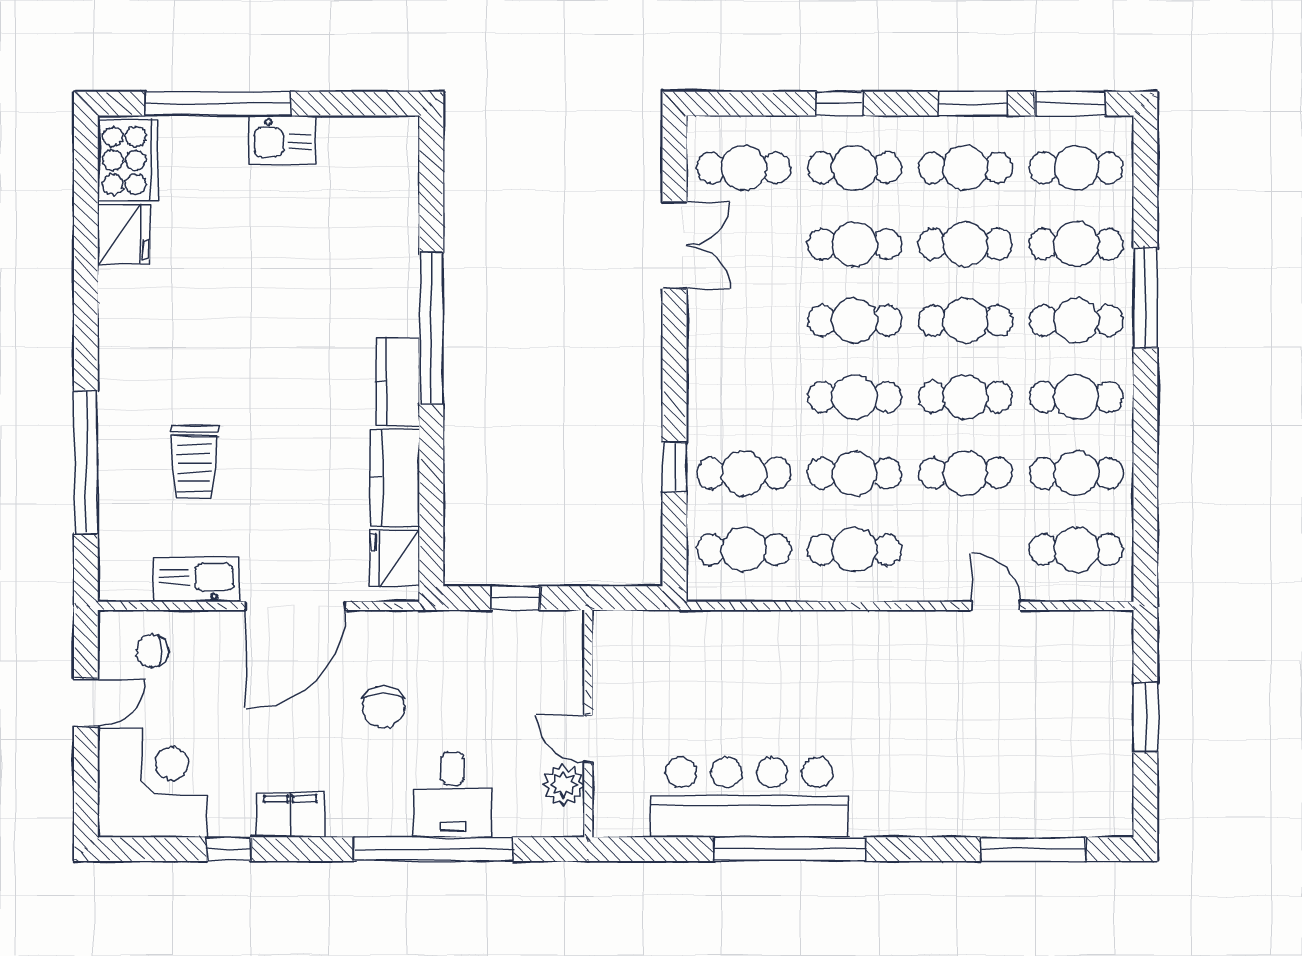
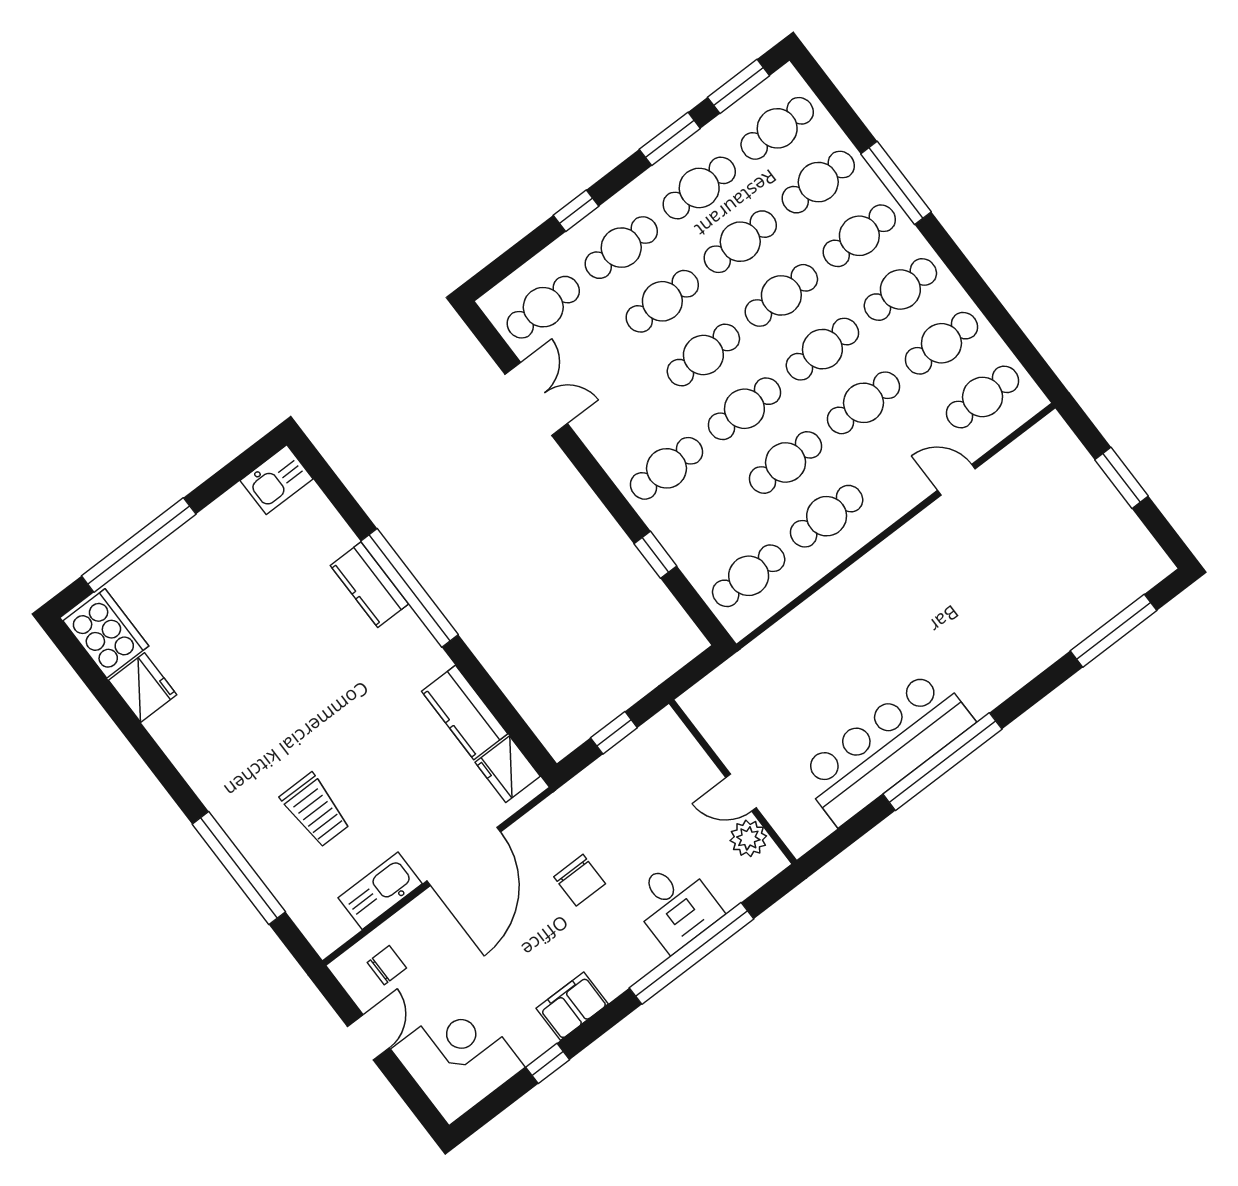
kitchen sink: (282, 140) -> (277, 480), moved
kitchen counter: (397, 382) -> (369, 585), moved
cafe table: (744, 473) -> (666, 468), moved
chair: (152, 651) -> (387, 965), turned 180

